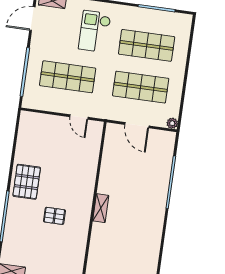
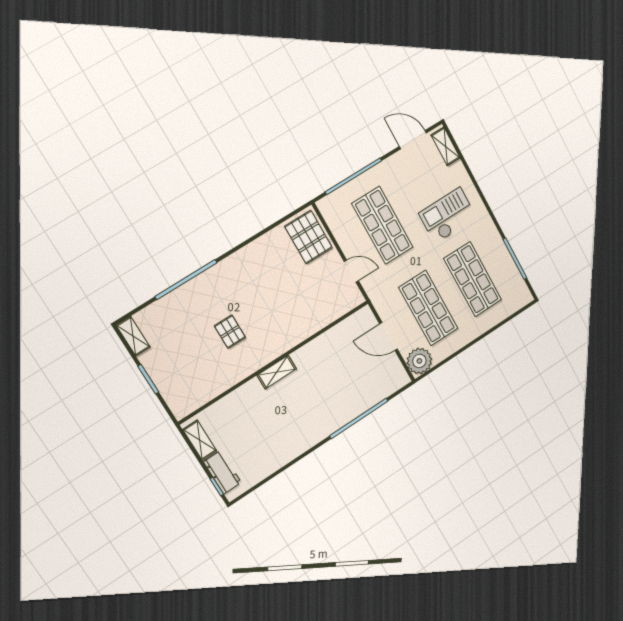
door: (79, 117) -> (351, 271), swing flipped
plant: (172, 123) -> (419, 361), width x1.87, depth x1.87
door: (137, 125) -> (389, 336), hinge flipped
pallet: (27, 182) -> (308, 237), moved, turned 90

